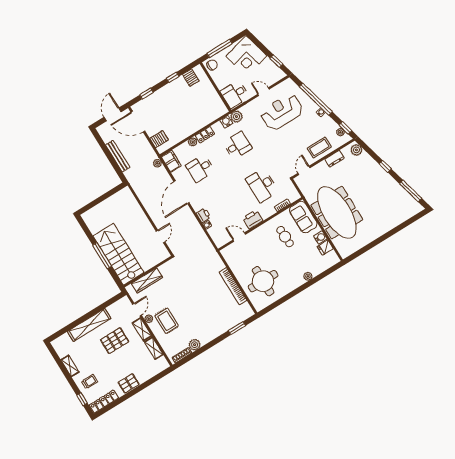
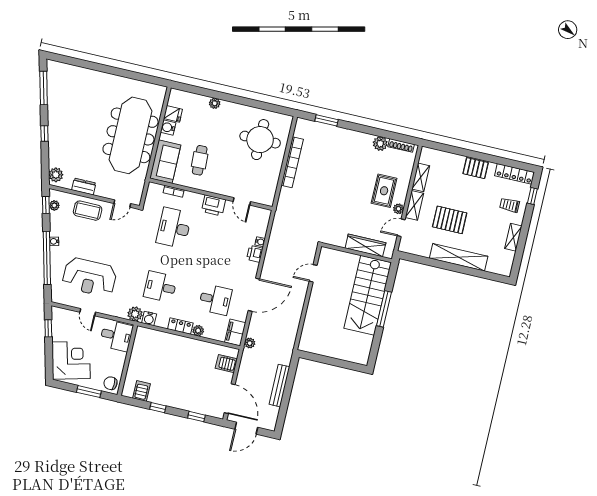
window: (219, 48) -> (89, 392), width x0.69
desk: (262, 185) -> (174, 228), turned 180

